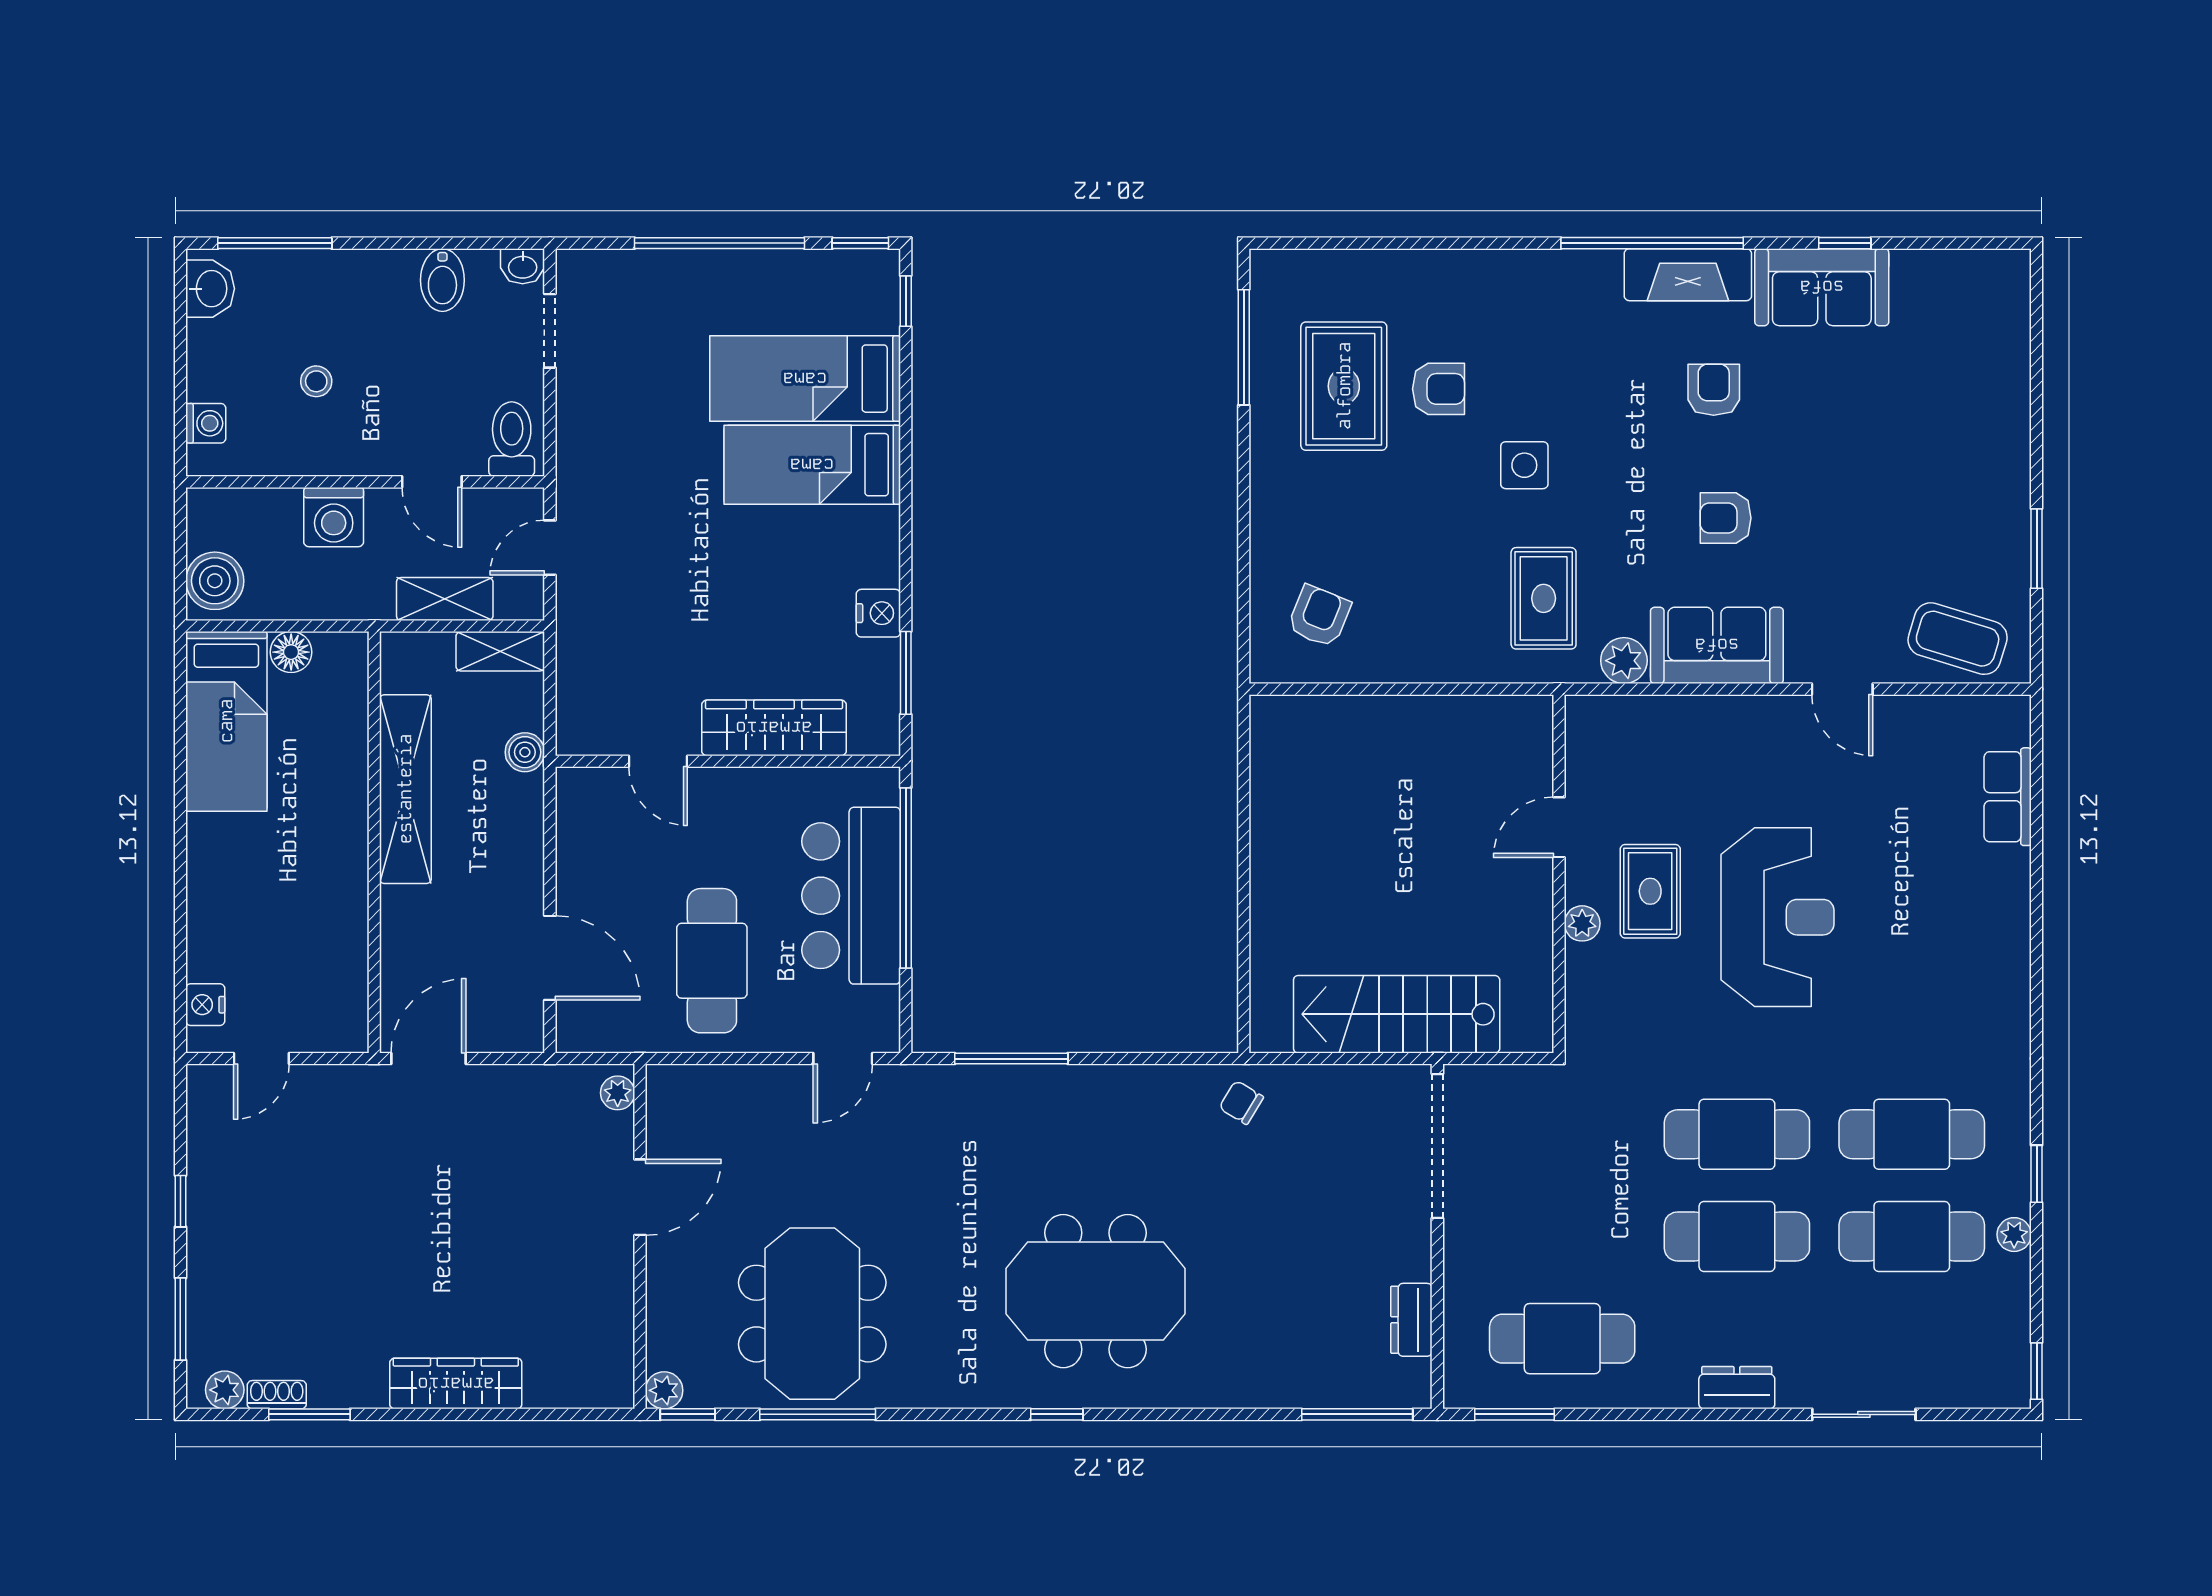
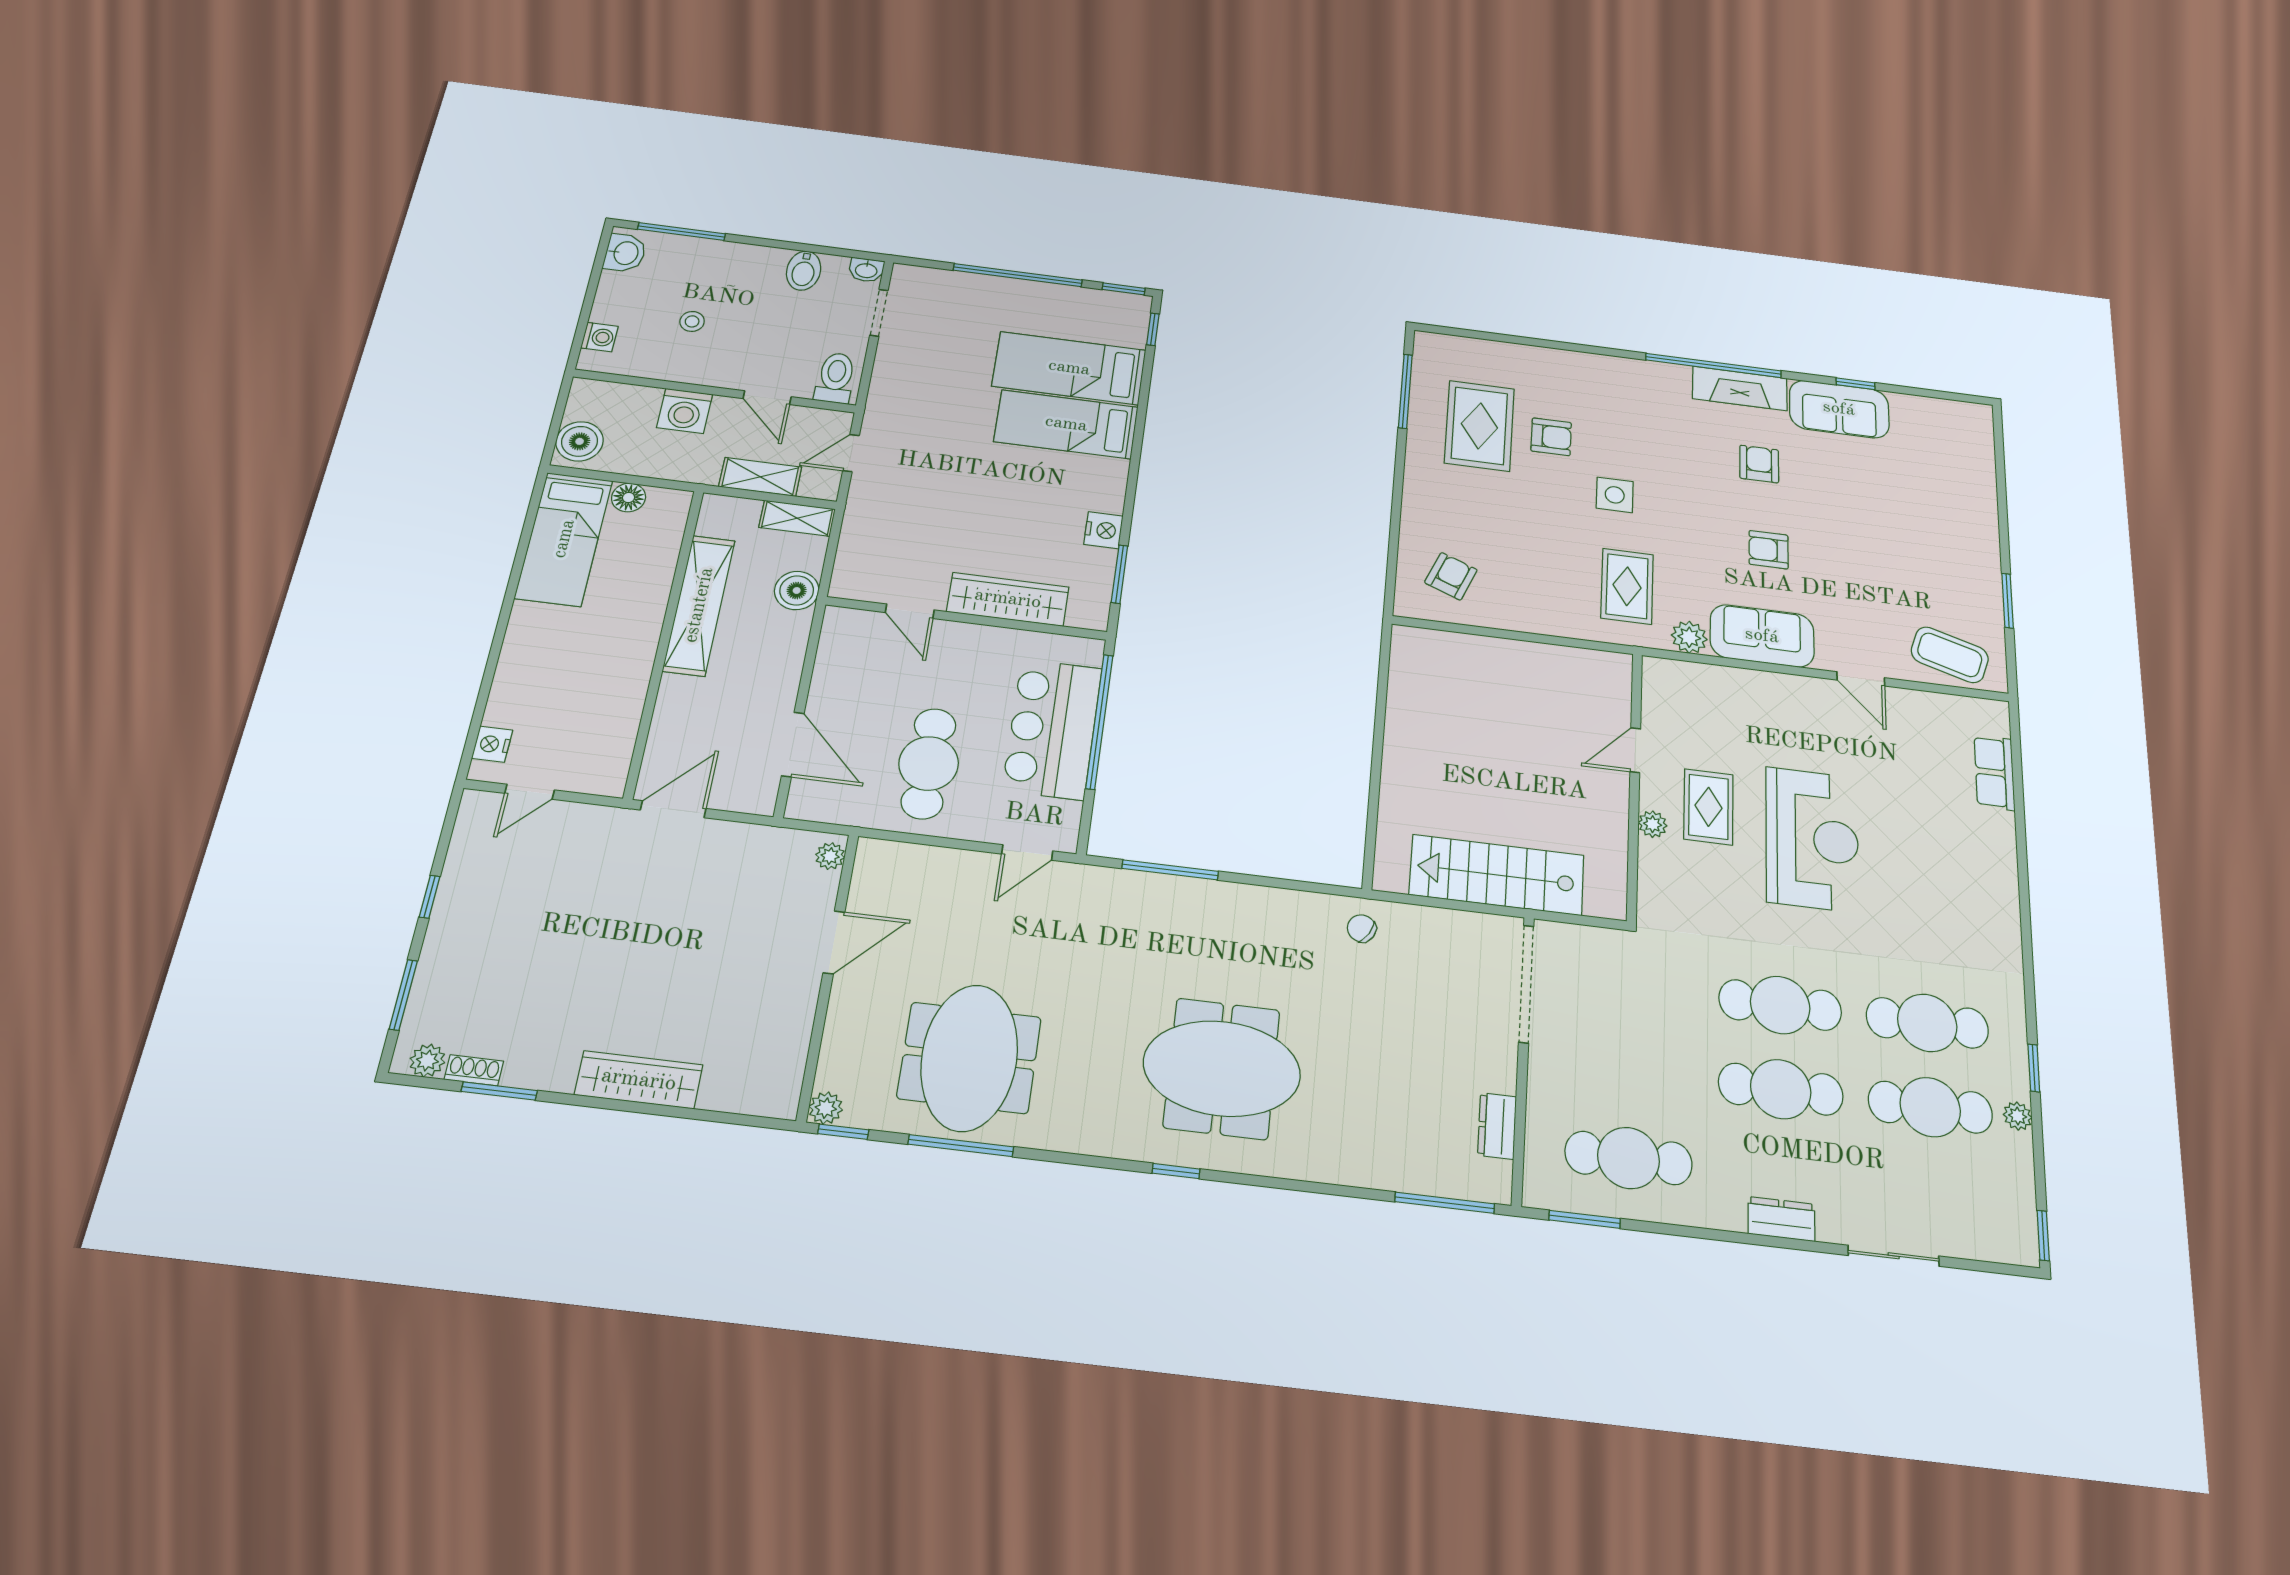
boiler: (525, 752) -> (797, 590), width x1.36, depth x1.36

